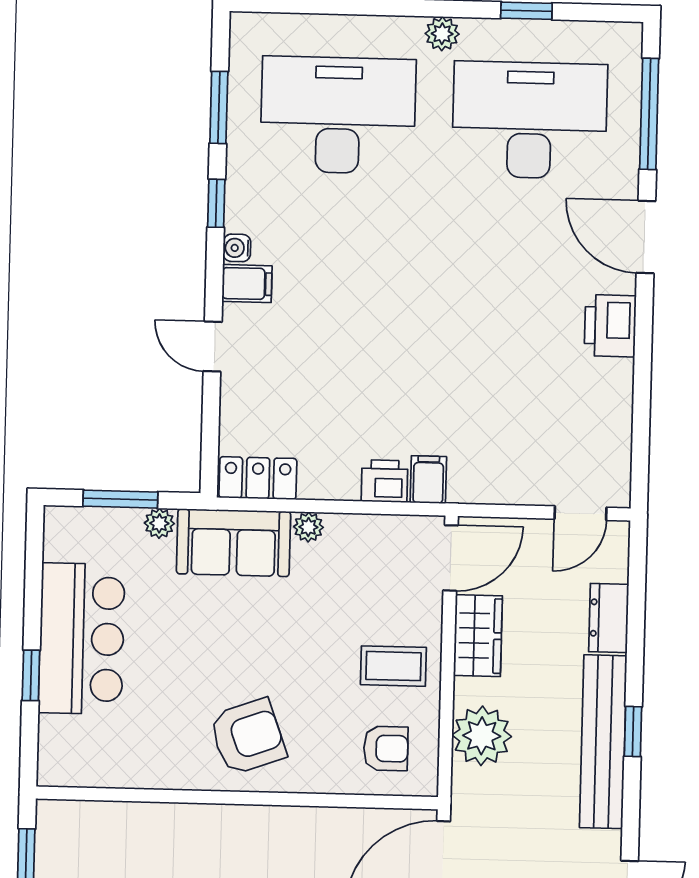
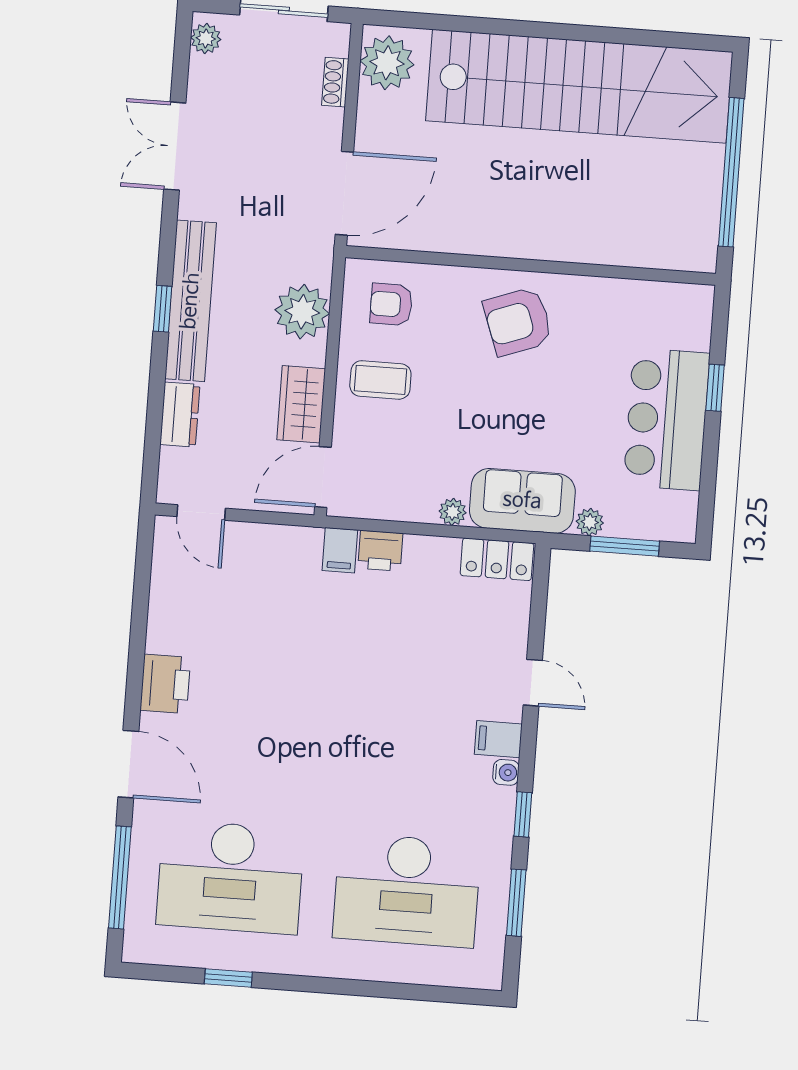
plant: (442, 34) -> (307, 961), removed
door: (581, 513) -> (201, 512), swing flipped

